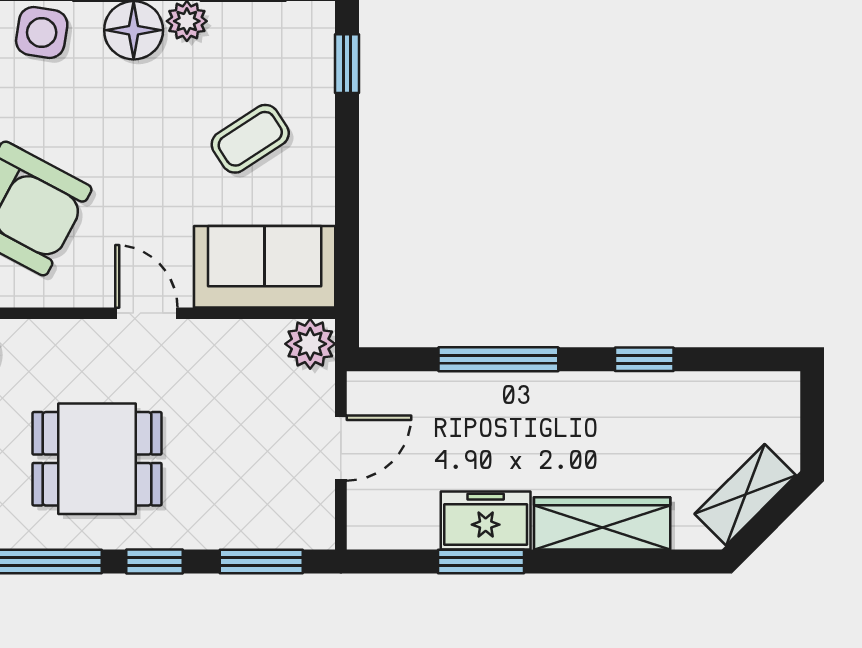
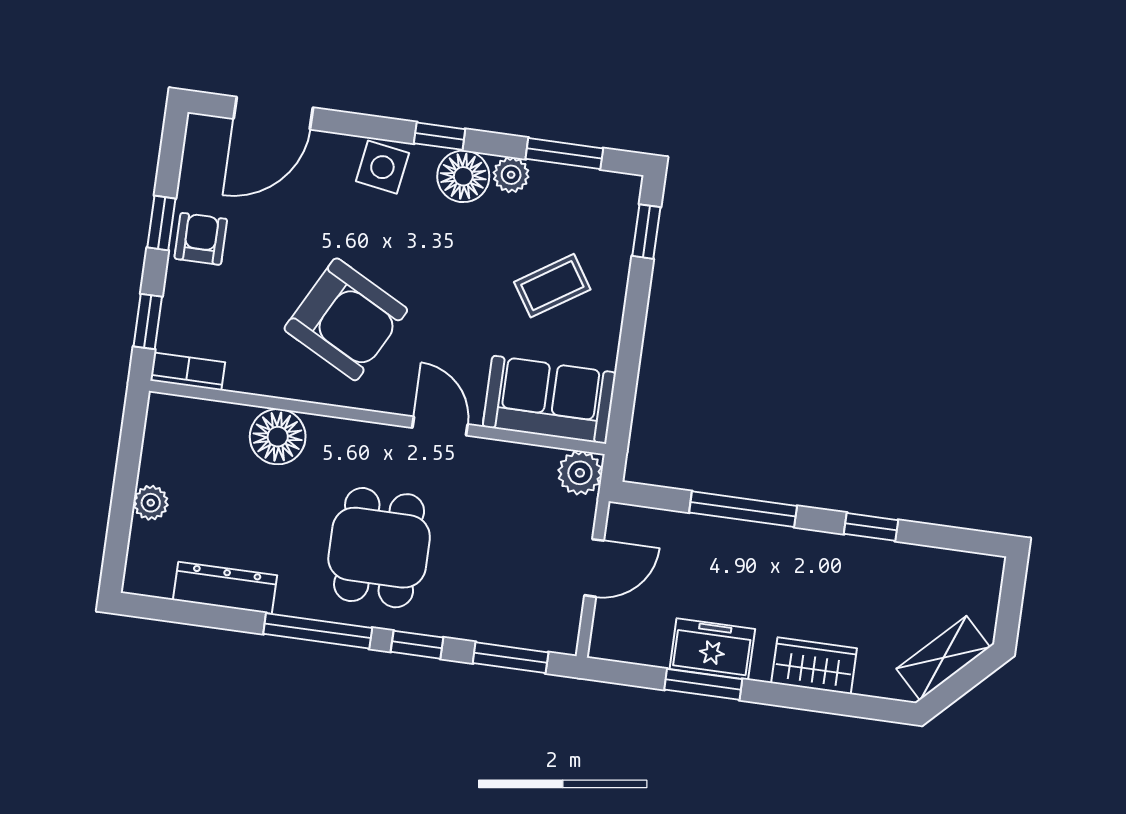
dining table: (97, 459) -> (379, 548), turned 90
wardrobe: (602, 523) -> (814, 666), width x0.67

